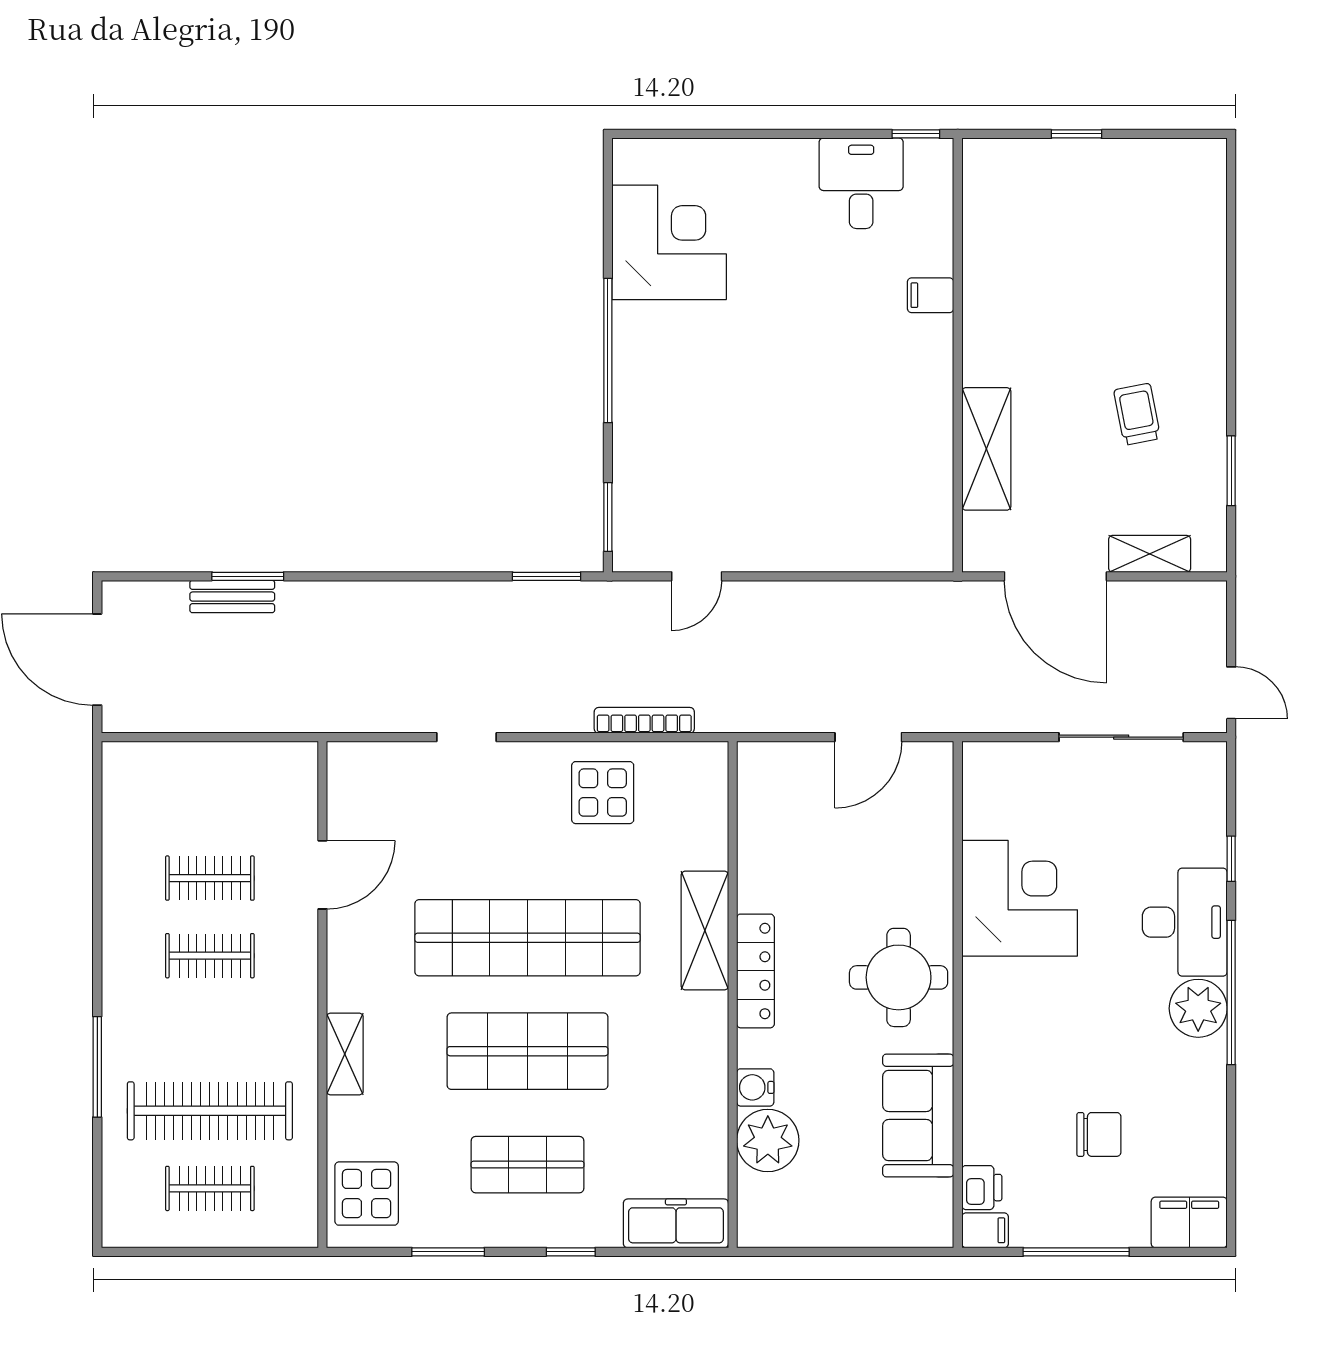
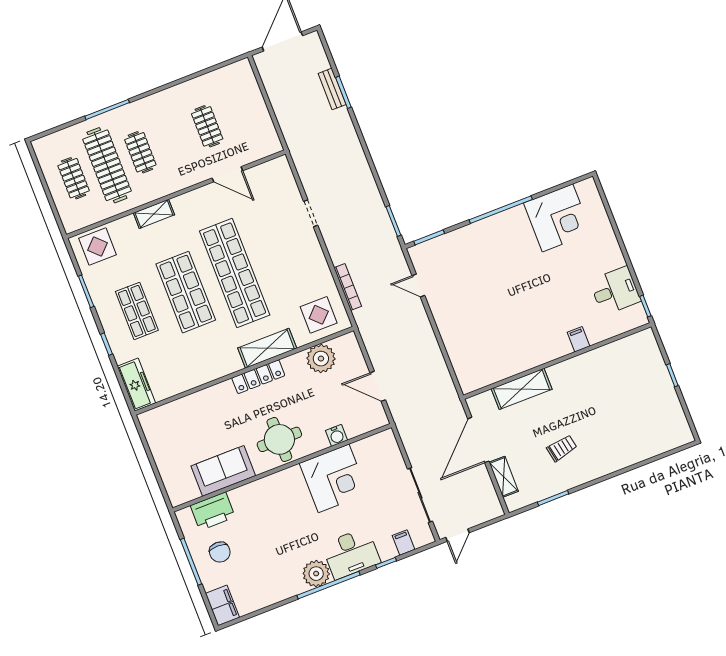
display table: (603, 793) -> (319, 315), moved
clothes rail: (210, 956) -> (140, 152), moved
water cooler: (755, 1087) -> (336, 435), moved, turned 180
chair: (1099, 1134) -> (220, 552), moved
plant: (768, 1140) -> (321, 359), moved
printer: (982, 1188) -> (213, 511), width x1.87, depth x1.48
filing cabinet: (985, 1230) -> (403, 543), moved, turned 180

